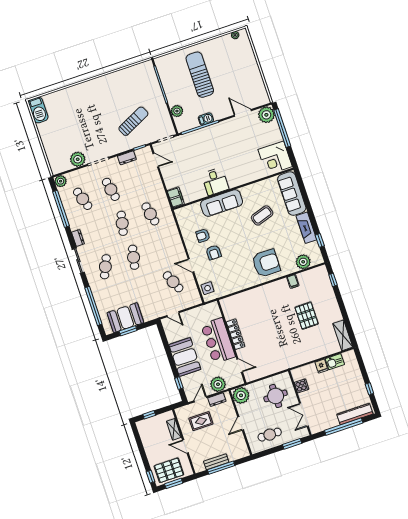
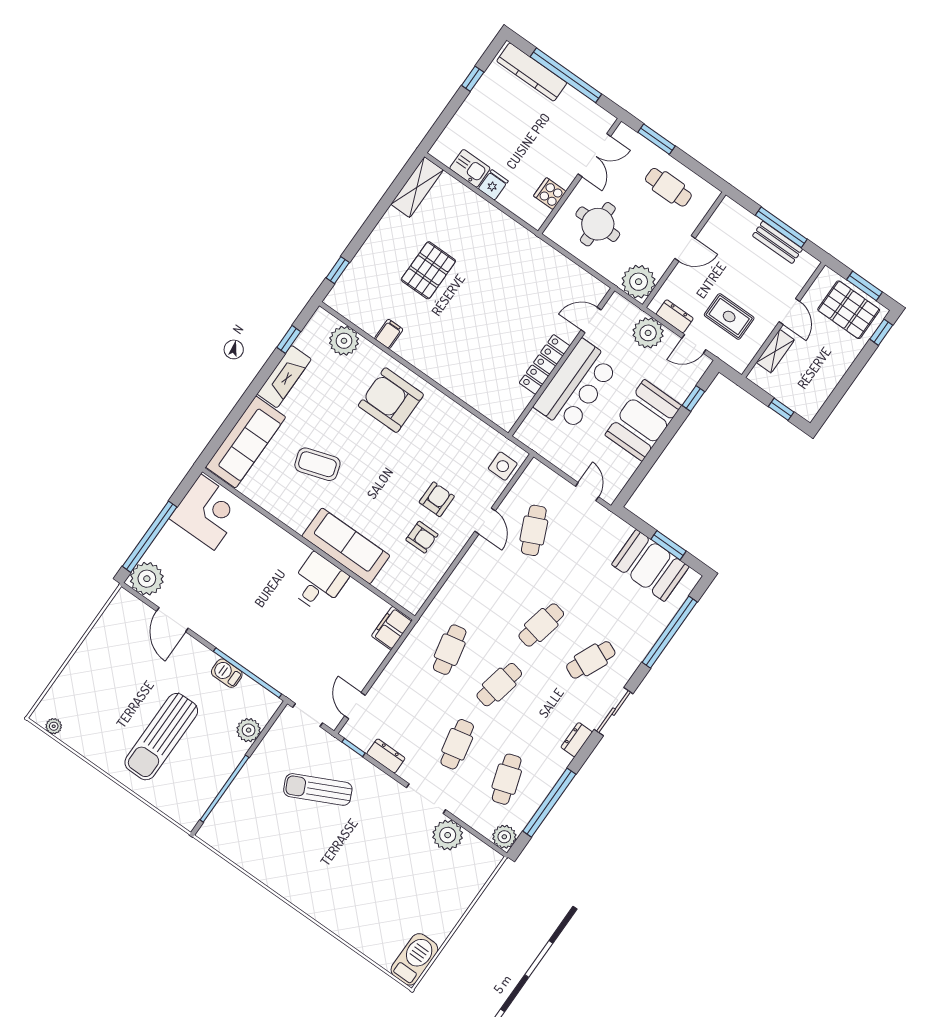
door: (240, 366) -> (591, 320), hinge flipped

